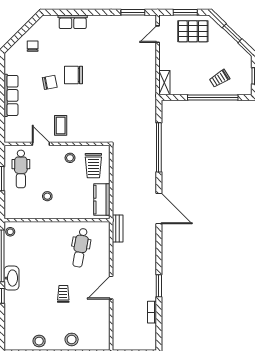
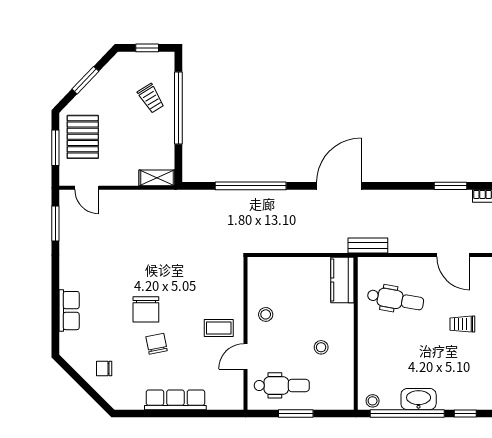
trolley: (93, 166) -> (277, 281), removed
kitchen counter: (102, 200) -> (342, 280), moved, turned 90
washbasin: (11, 278) -> (419, 399), moved

